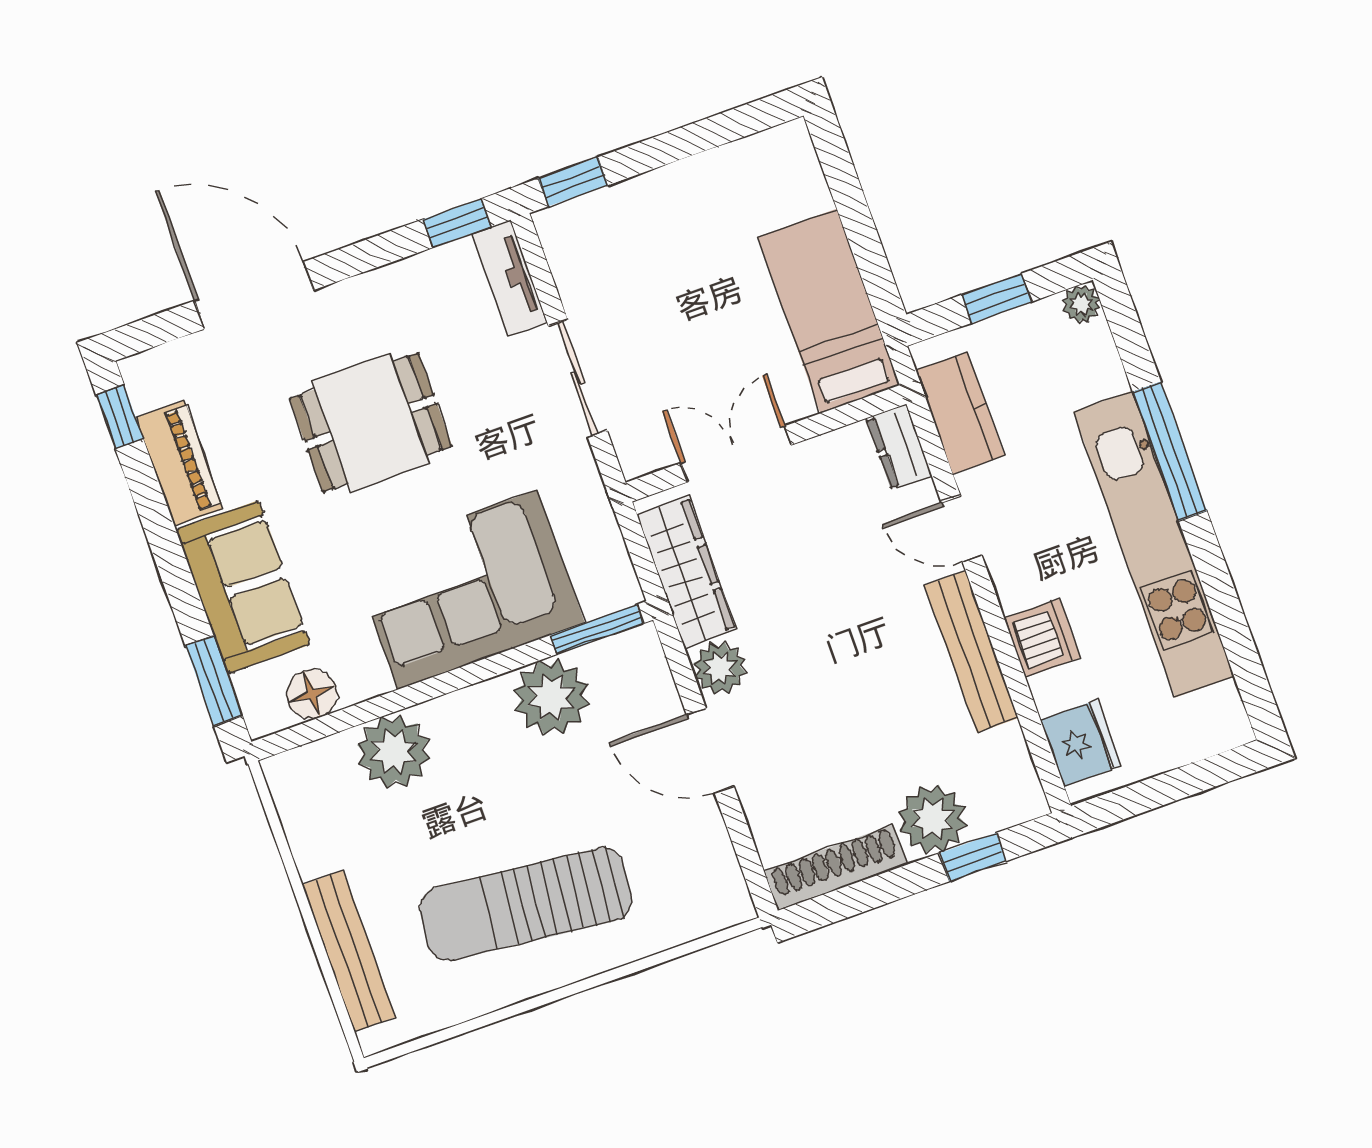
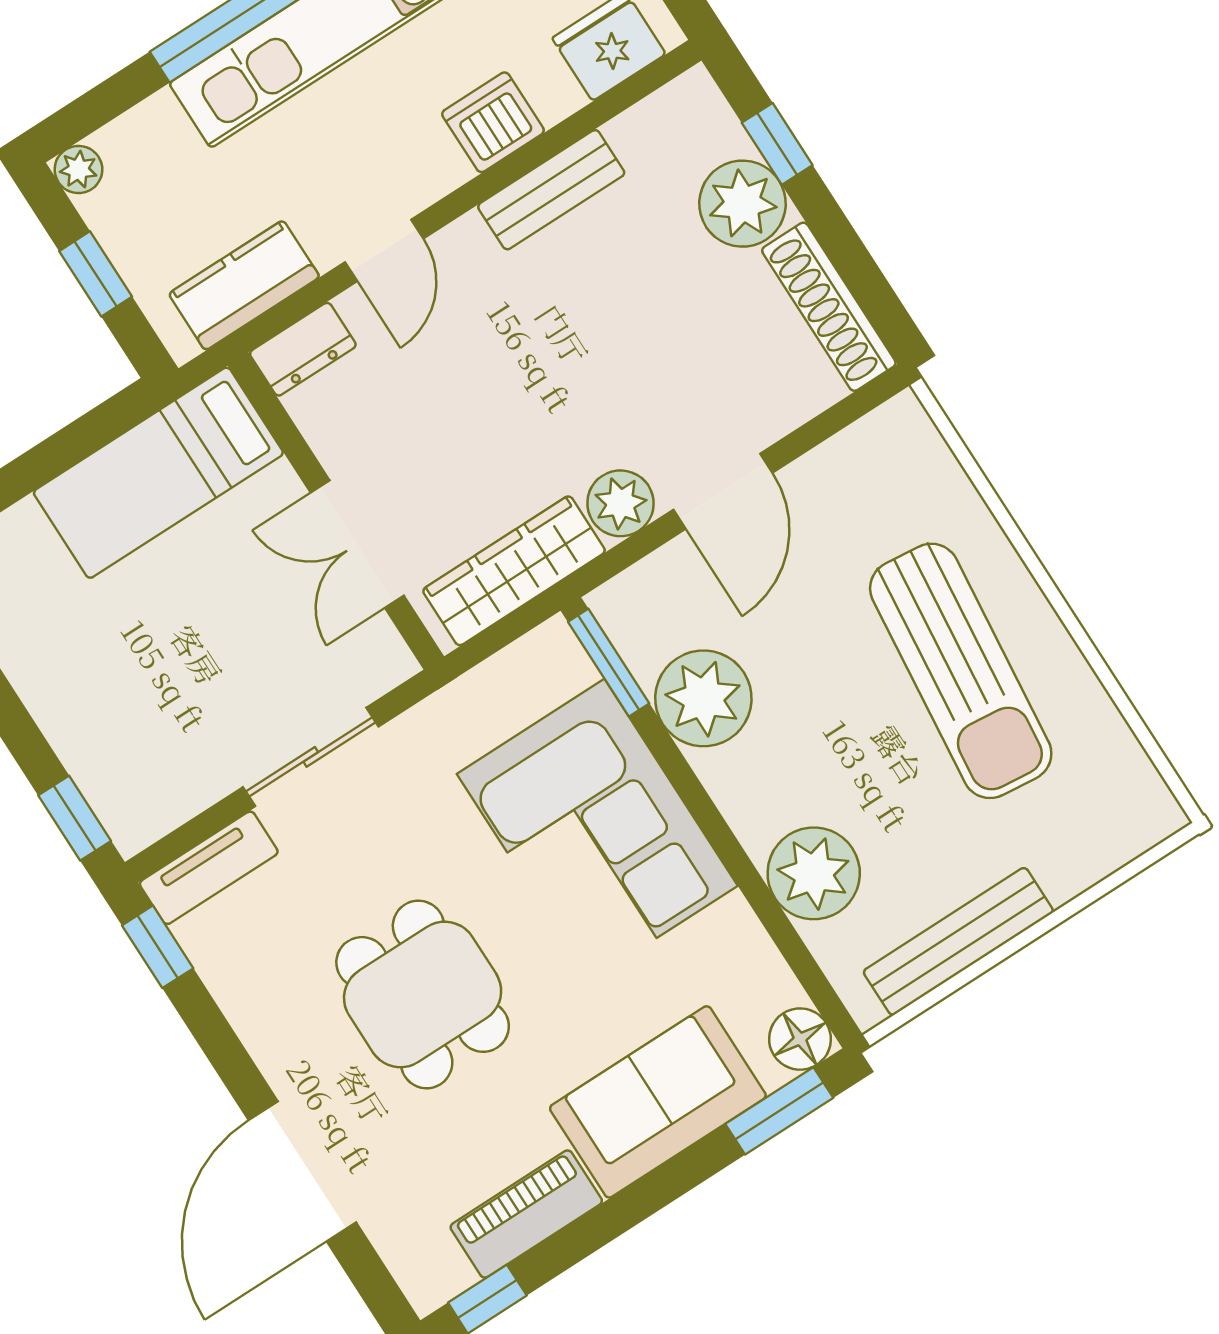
bench: (971, 652) -> (551, 190), width x0.73
floor lamp: (312, 694) -> (800, 1039), moved
bench: (349, 951) -> (958, 941), moved

